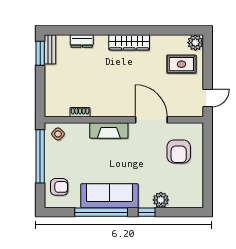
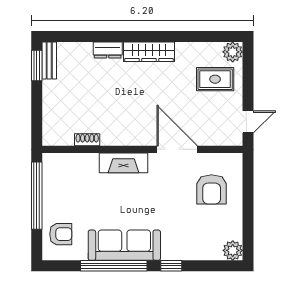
dresser: (82, 41) -> (108, 50), moved
side table: (58, 134) -> (59, 167), removed
plant: (161, 200) -> (233, 250), moved

